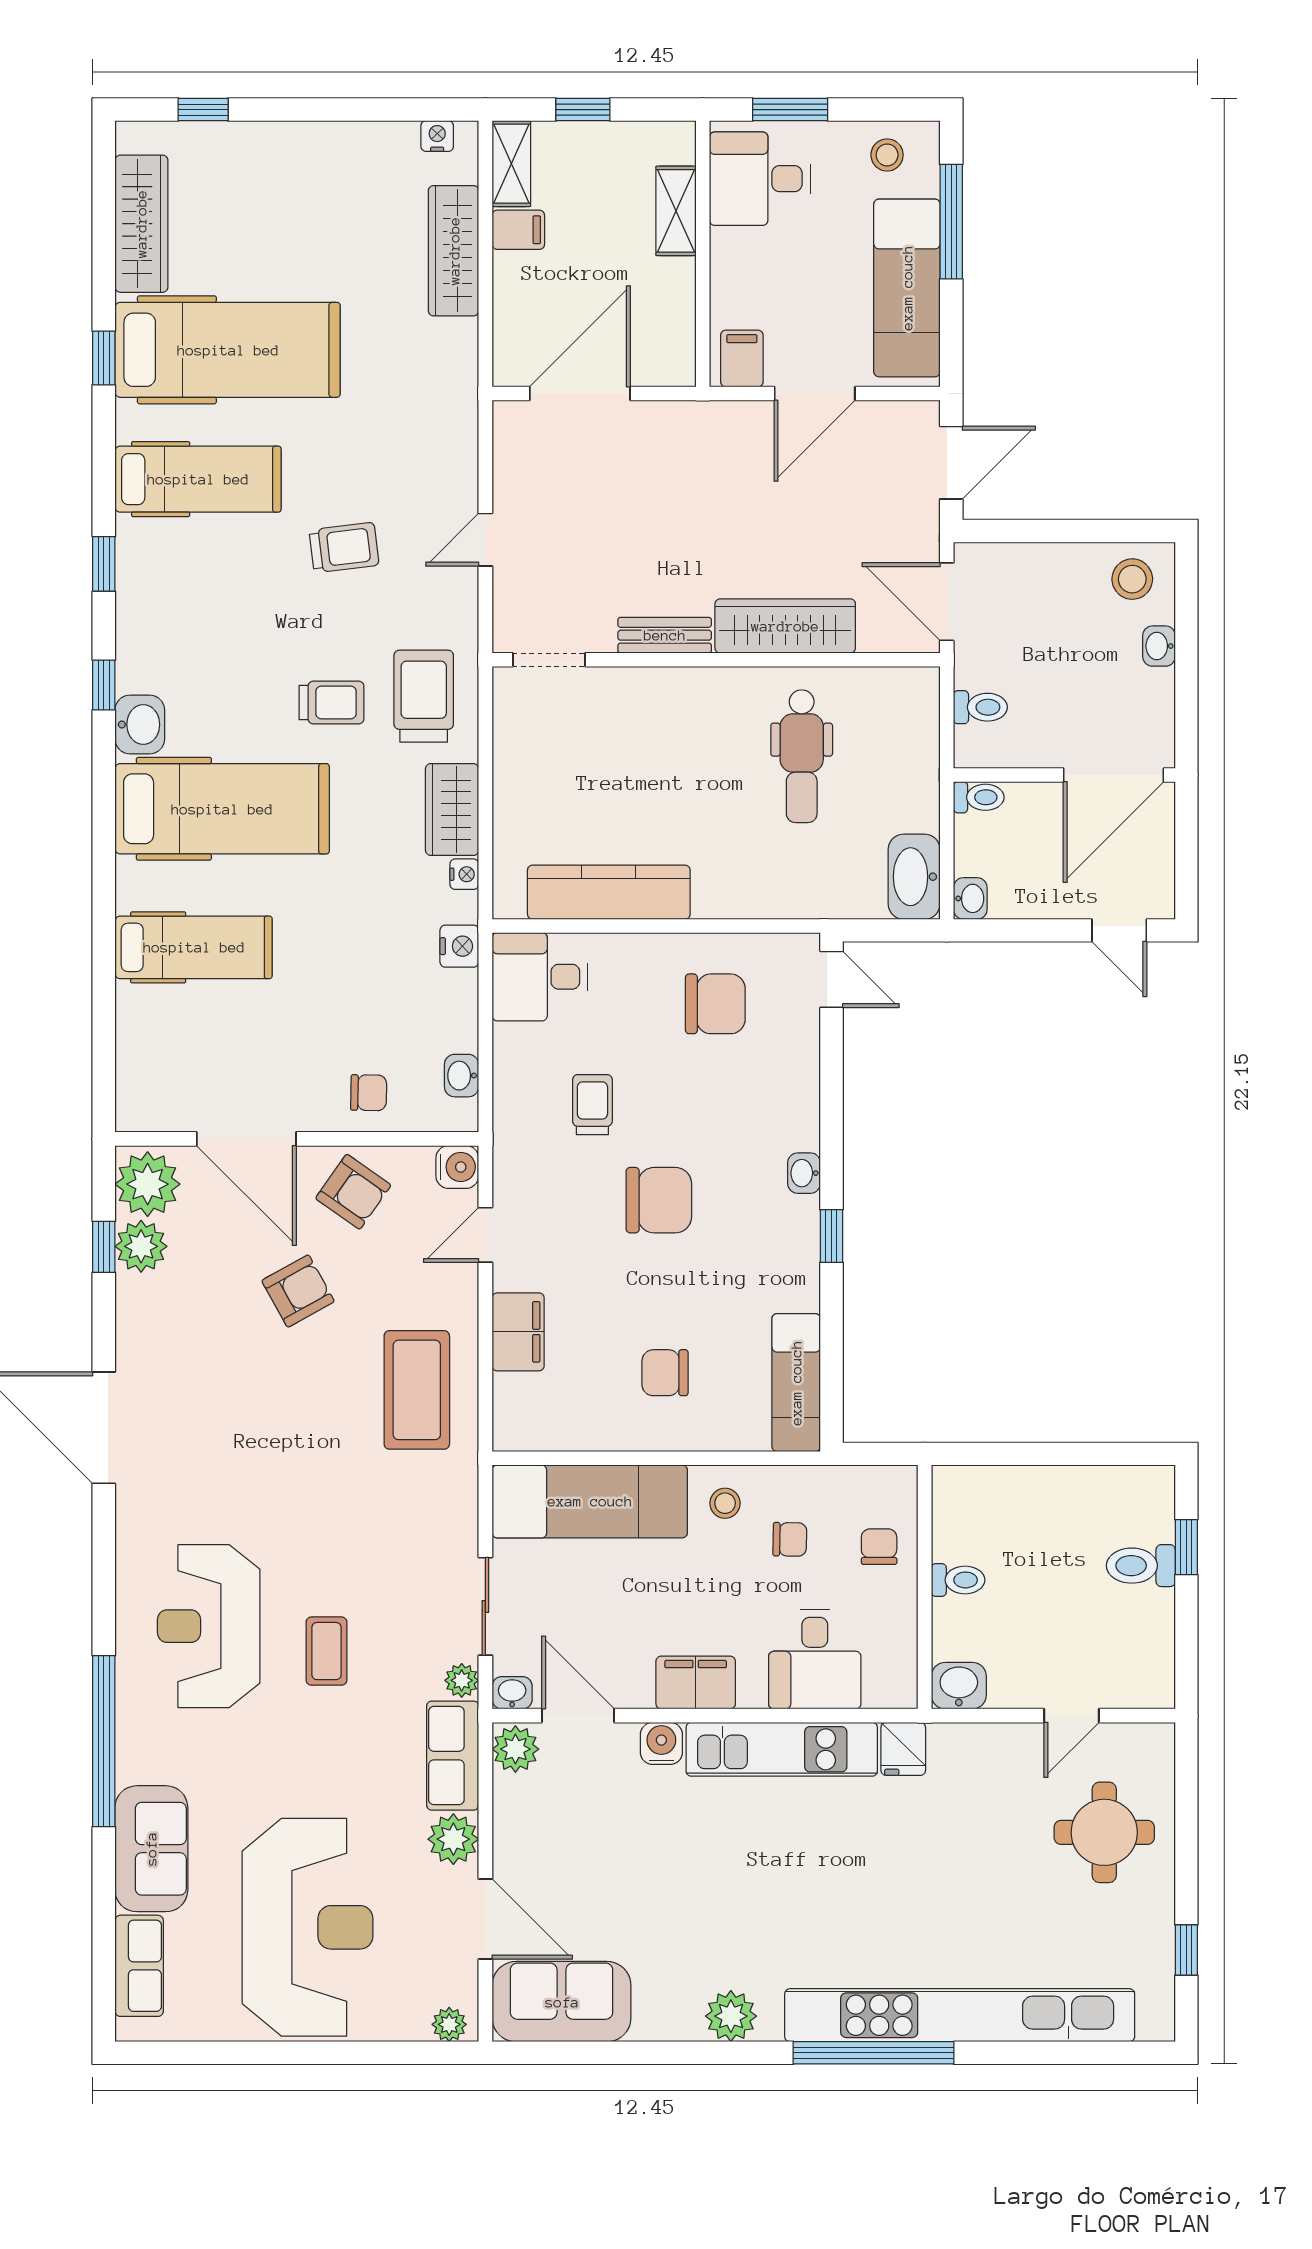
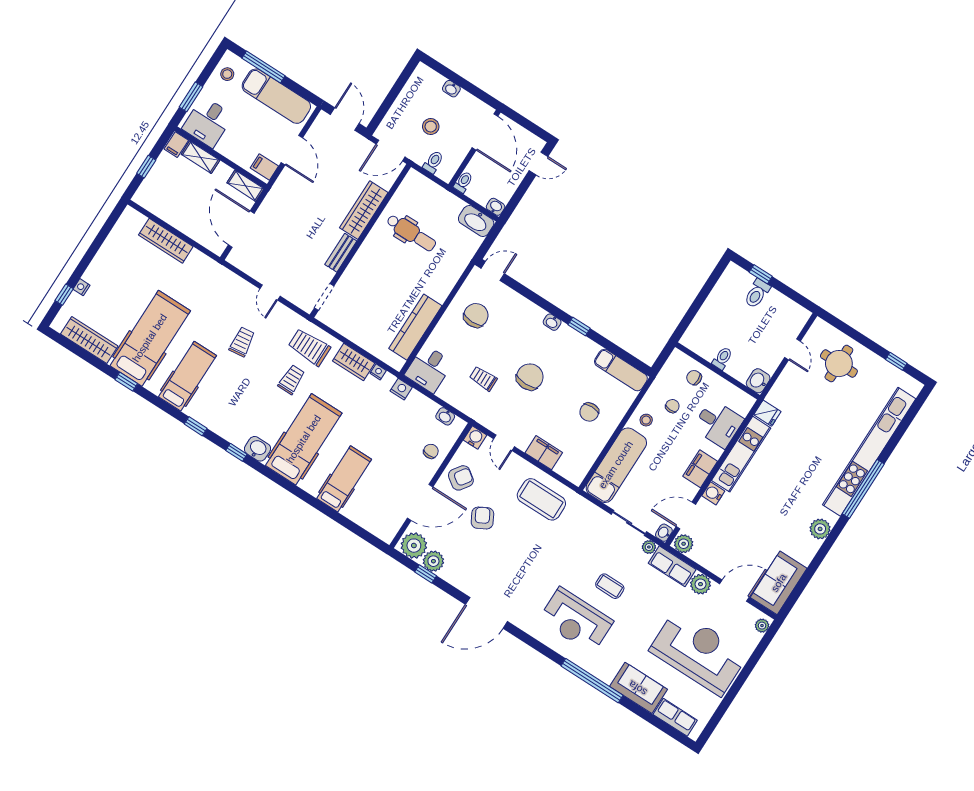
nightstand: (437, 136) -> (81, 287), moved
shelving: (511, 164) -> (245, 186), moved
filing cabinet: (518, 230) -> (176, 145), moved, turned 180
stool: (1132, 579) -> (431, 127), moved

